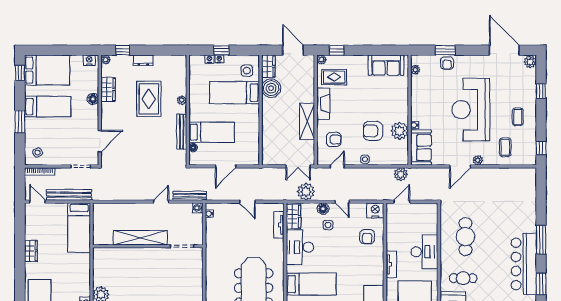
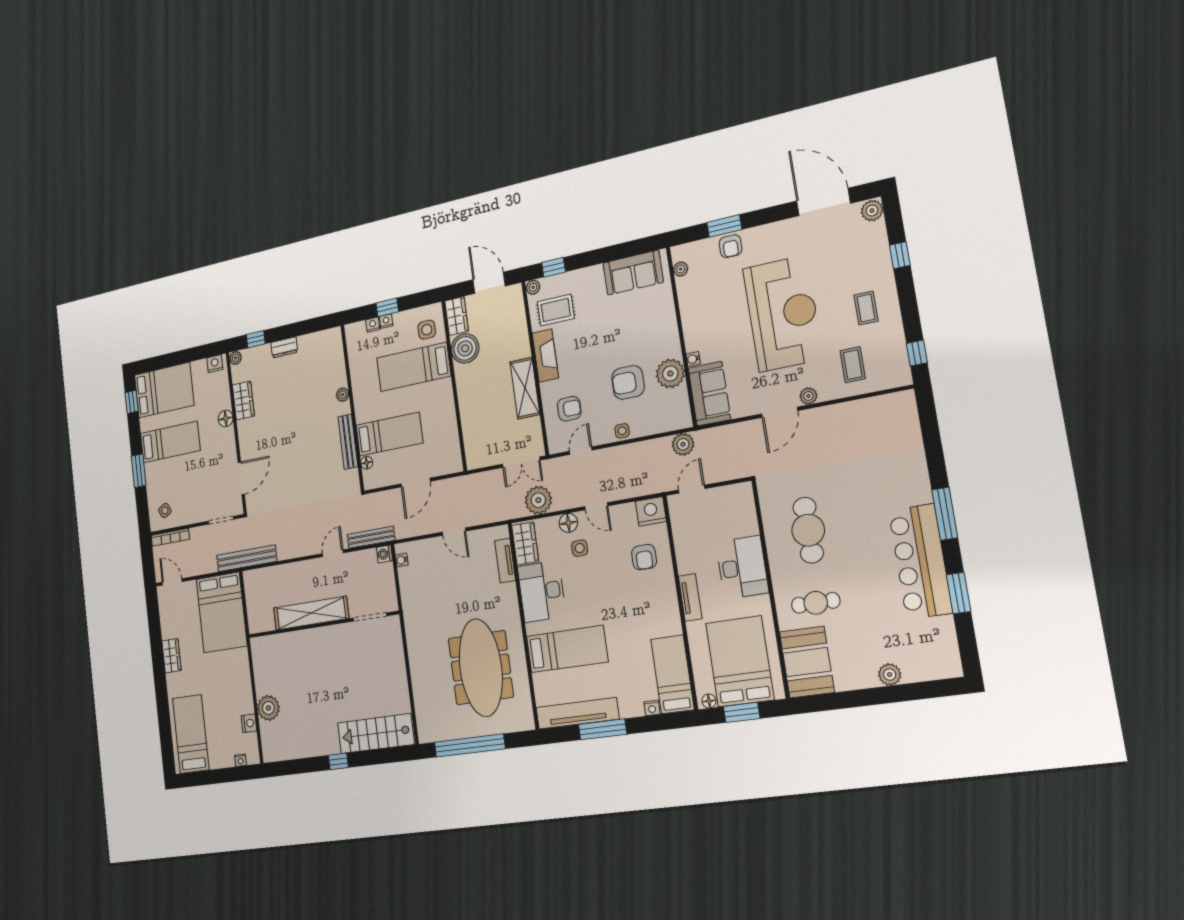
rug: (149, 99) -> (298, 402), removed
reception desk: (471, 110) -> (783, 314), turned 180
bench: (69, 195) -> (247, 558), moved
bed: (79, 228) -> (222, 612), width x1.50

